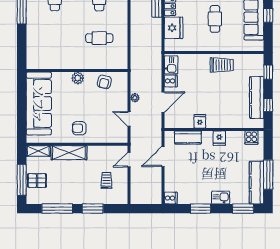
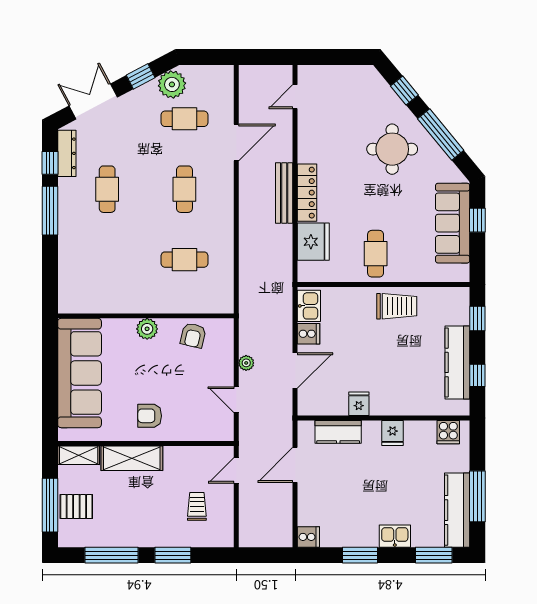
cafe table: (215, 19) -> (376, 254), moved

